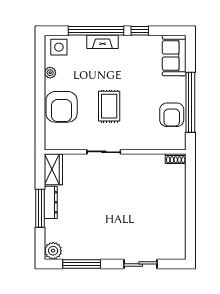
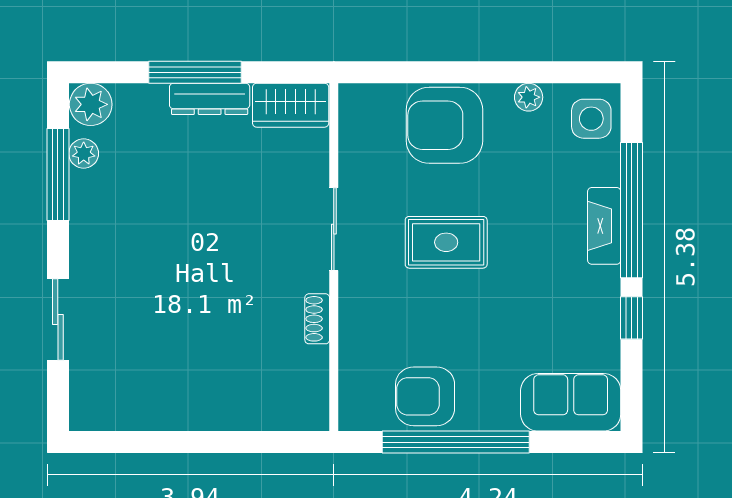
shoe rack: (176, 159) -> (317, 319), moved
plant: (73, 254) -> (84, 153), added

